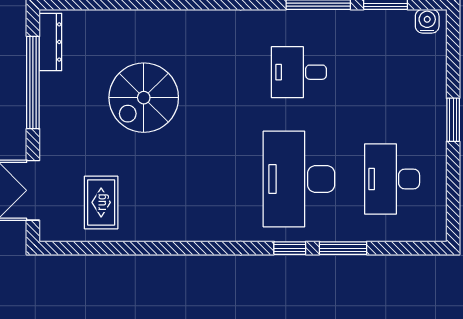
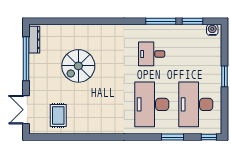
desk: (392, 179) -> (196, 104), width x1.36, depth x1.30
window: (290, 248) -> (209, 137), moved

